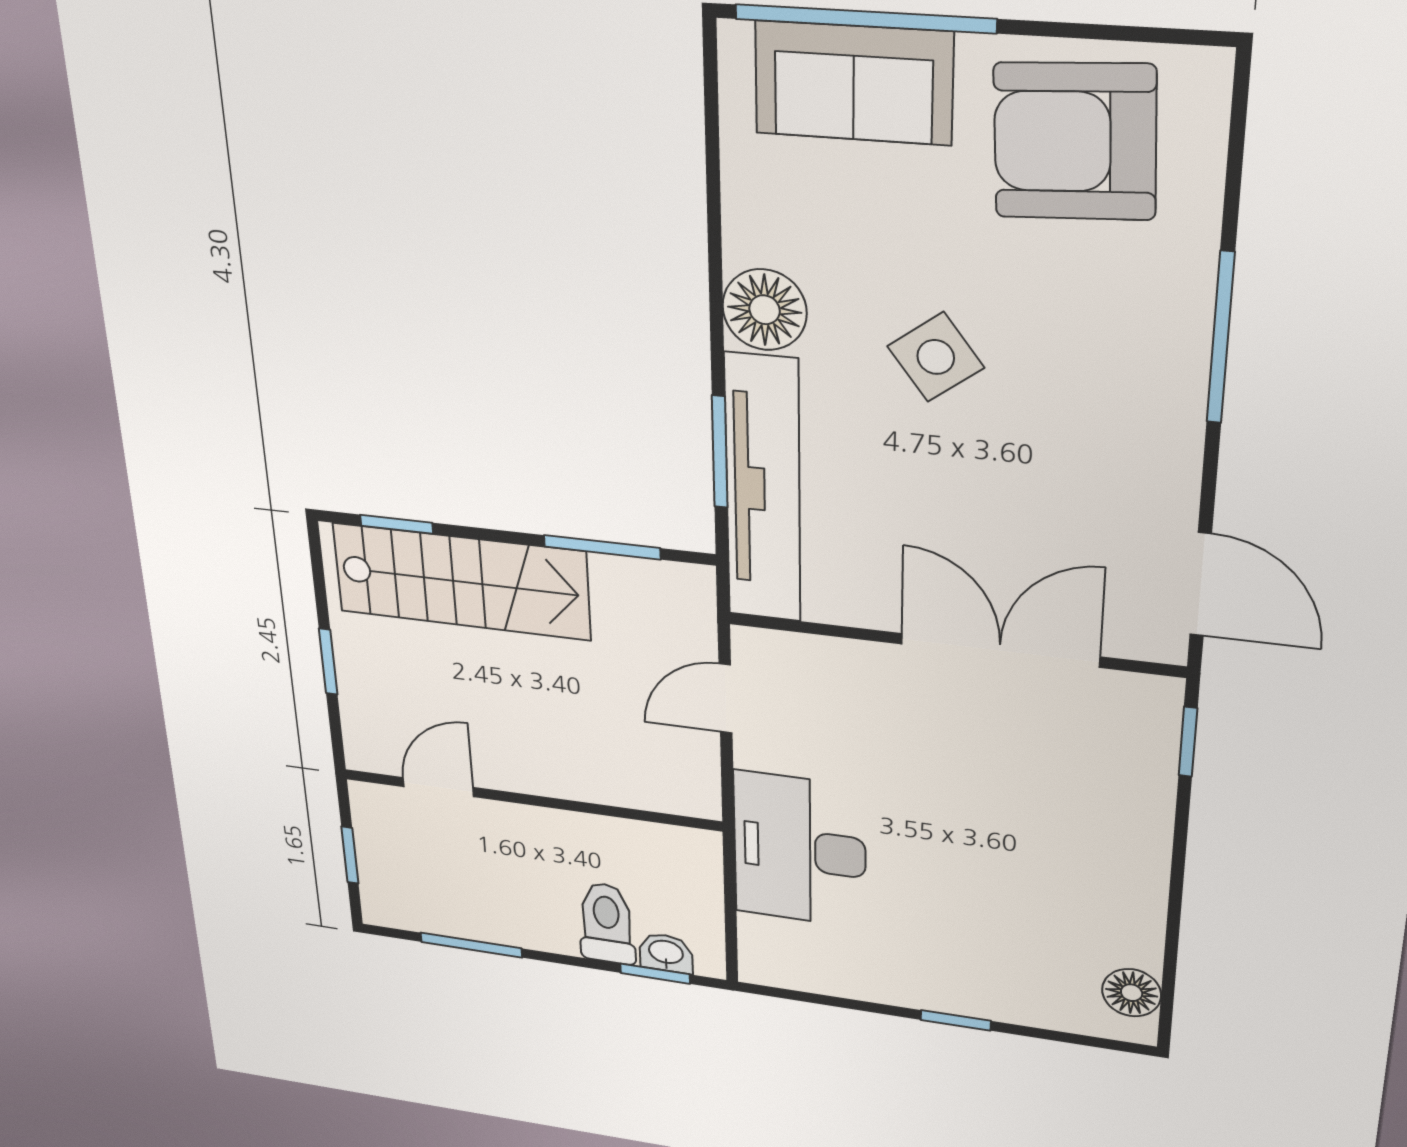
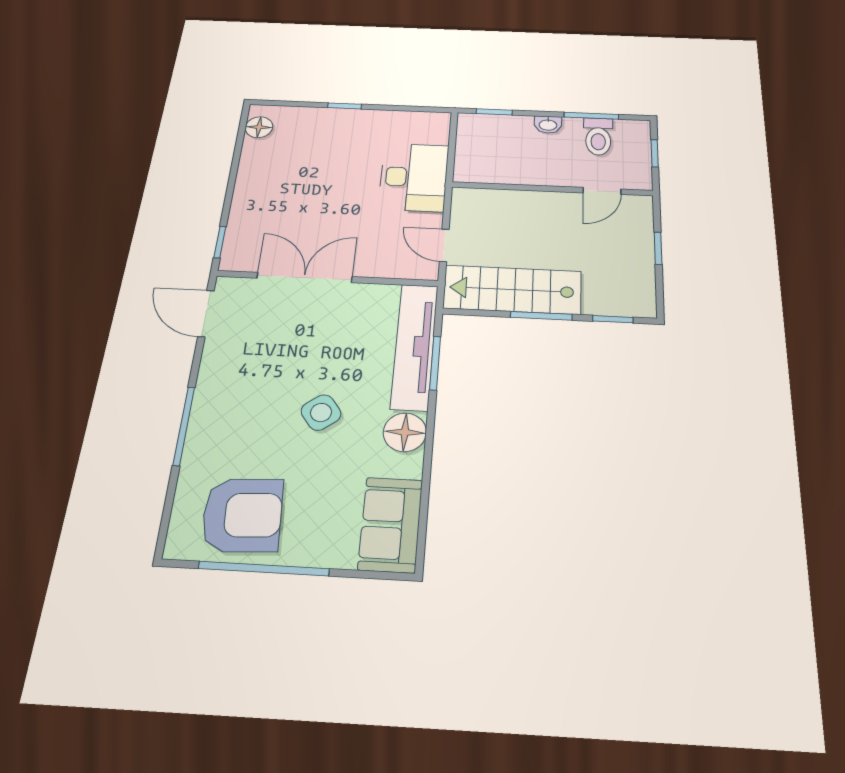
window: (865, 19) -> (264, 569), moved
sofa: (853, 83) -> (391, 525), moved, turned -90
window: (602, 547) -> (541, 316), moved
stairs: (461, 582) -> (512, 290), moved
double door: (1000, 650) -> (304, 277), swing flipped
door: (725, 699) -> (444, 245), swing flipped
toilet: (607, 923) -> (598, 137), moved
washbasin: (666, 953) -> (548, 125), moved

